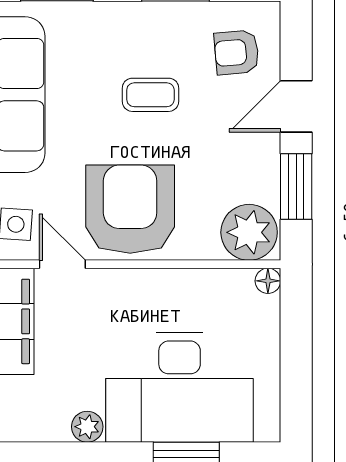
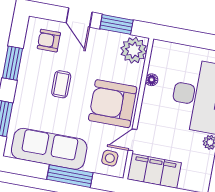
armchair: (237, 52) -> (49, 41), turned 95
floor lamp: (268, 281) -> (152, 80), moved

